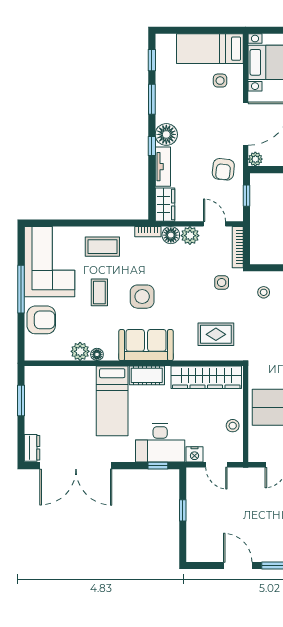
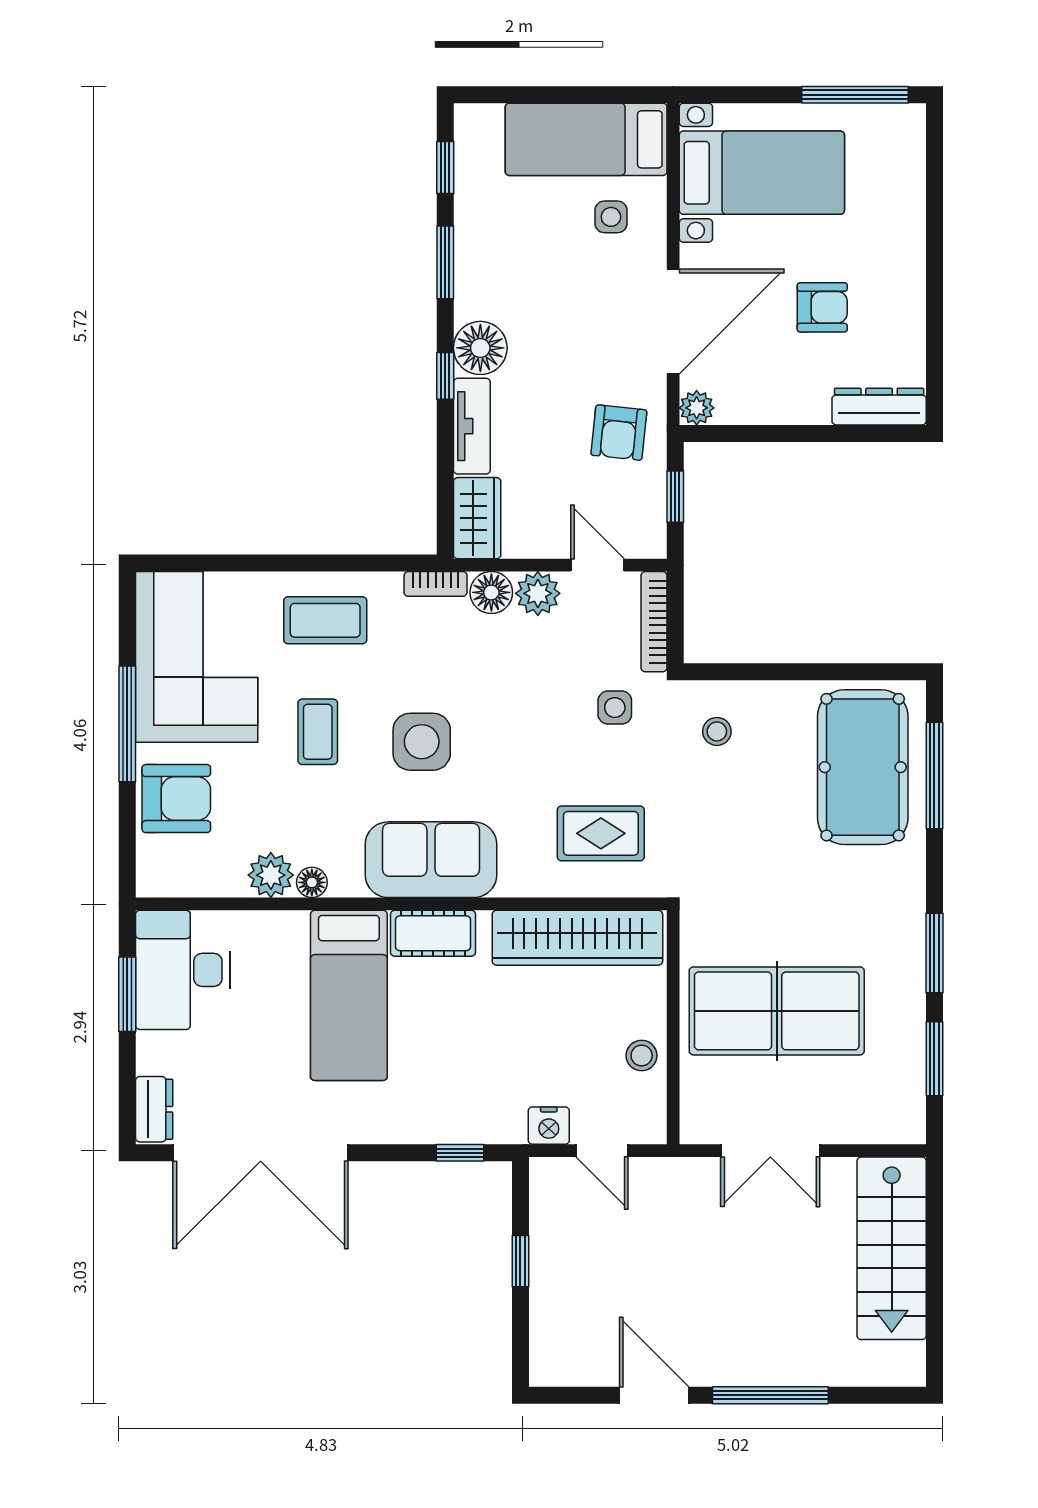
desk: (160, 443) -> (183, 970), moved, turned 90

